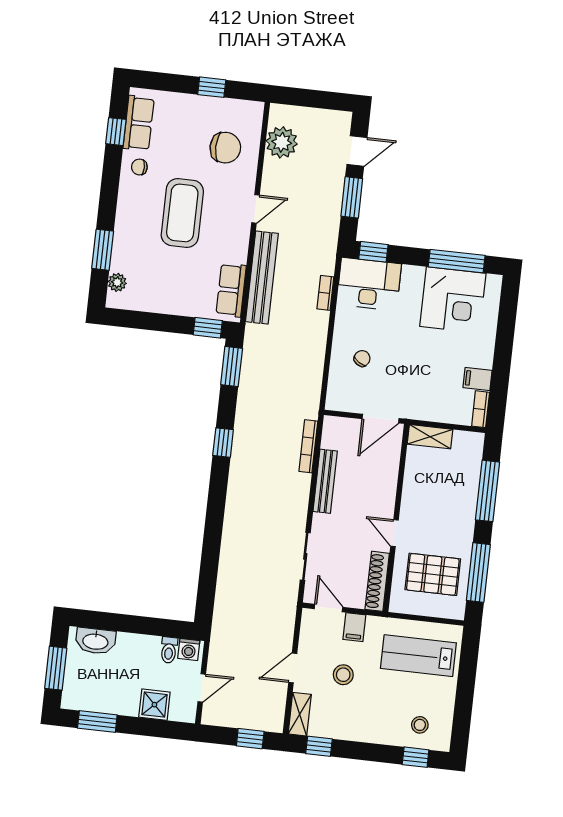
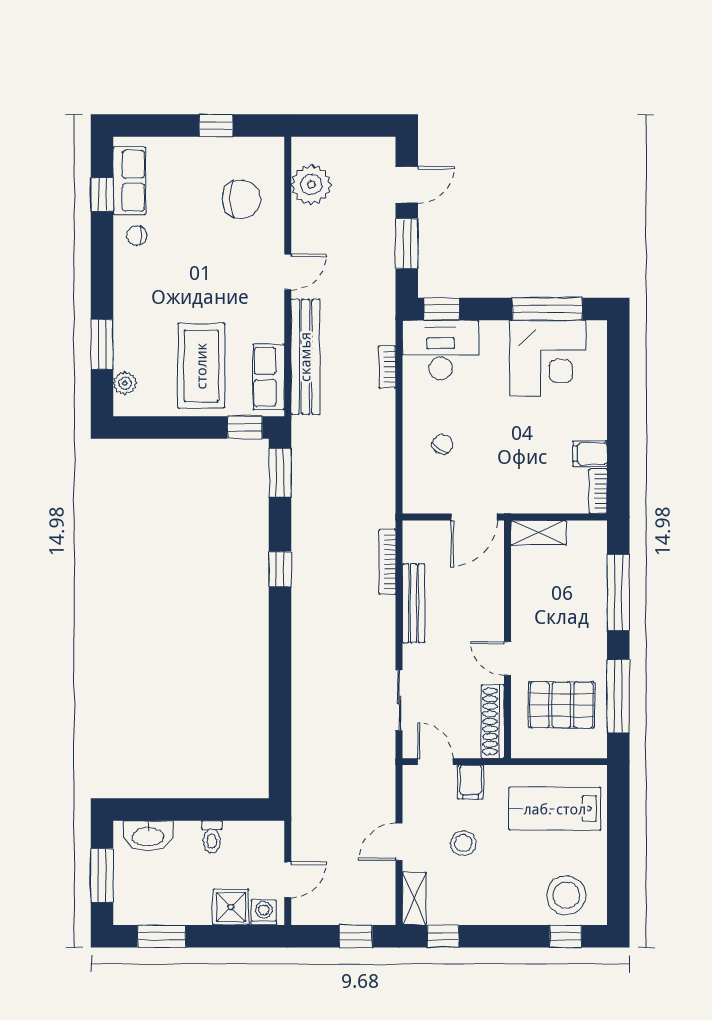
coffee table: (182, 213) -> (201, 366), moved
washing machine: (189, 649) -> (264, 913), moved, turned 180
toilet: (169, 650) -> (212, 837), moved
stool: (420, 725) -> (566, 895), width x1.89, depth x1.89

